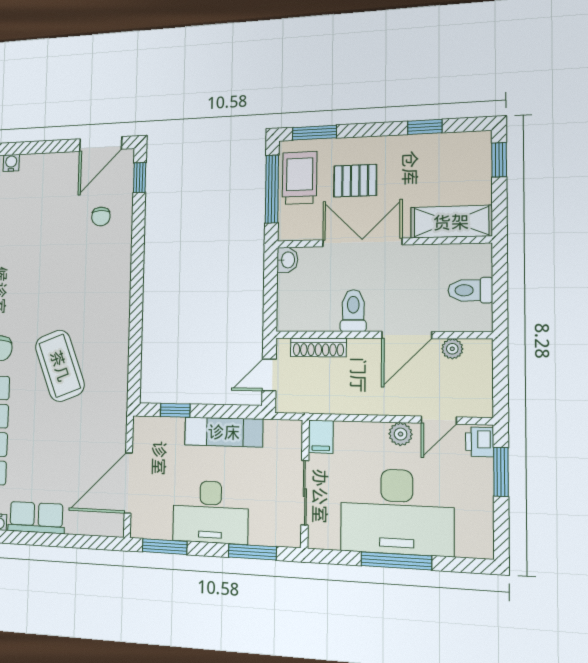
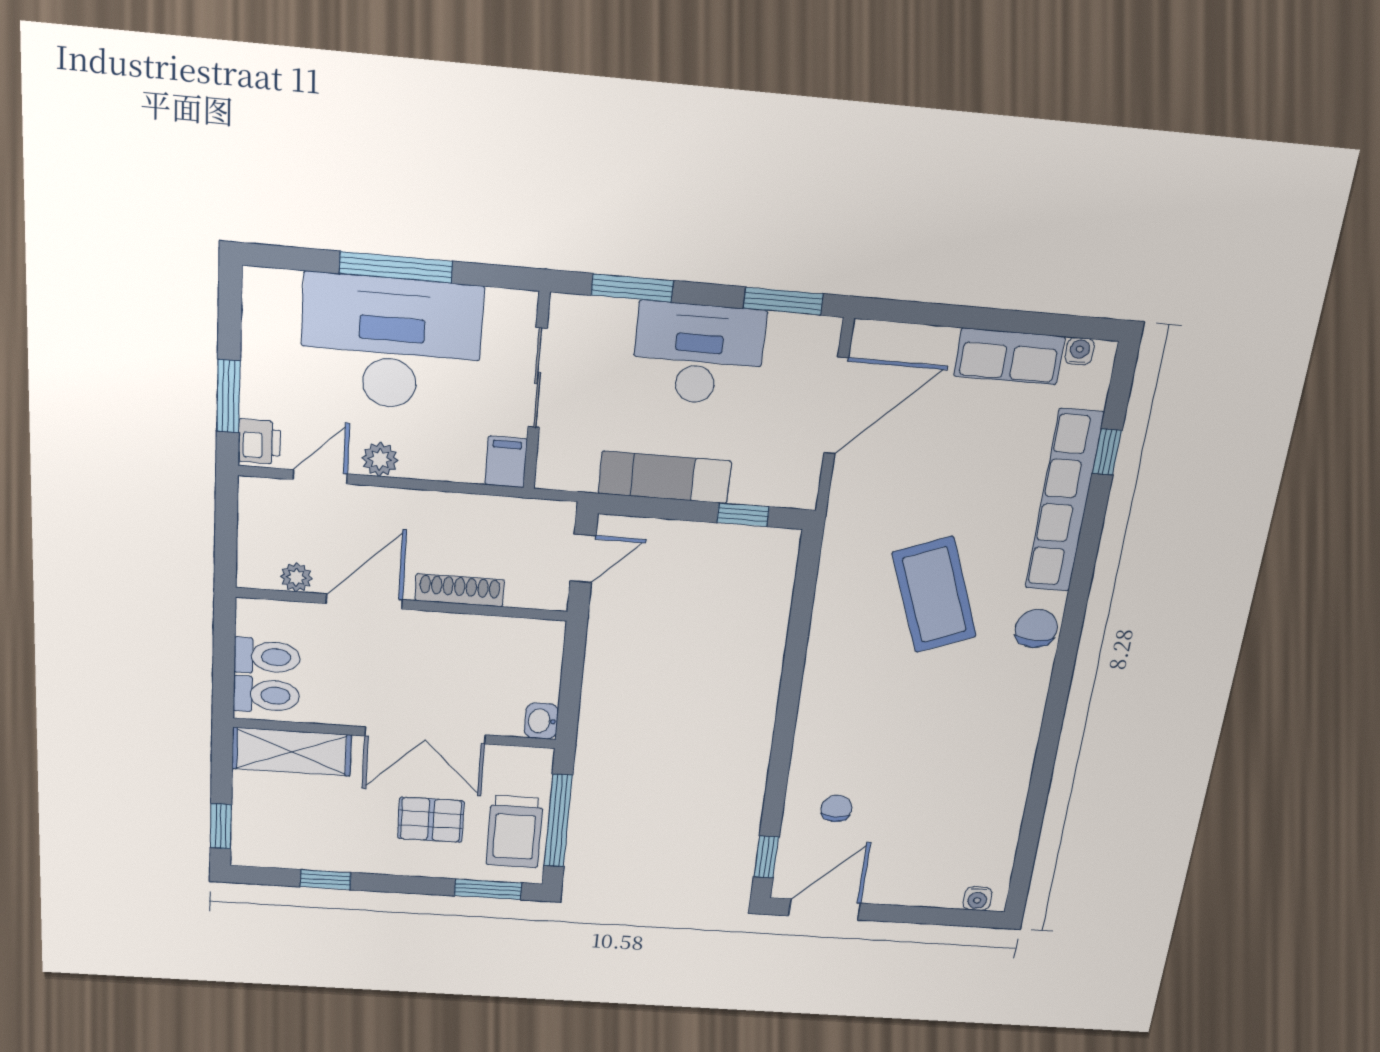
toilet: (353, 311) -> (266, 695), moved, turned -90
shoe rack: (318, 347) -> (460, 590), moved

